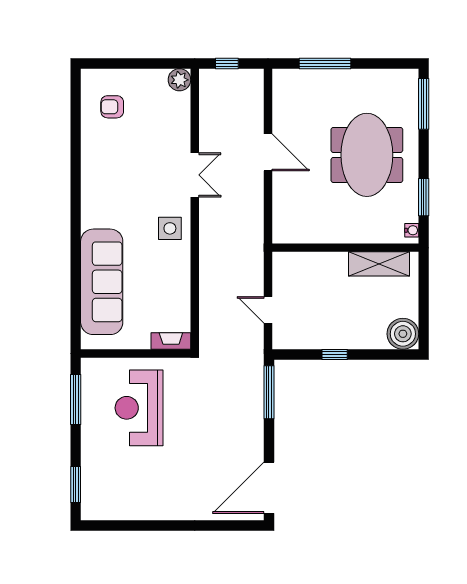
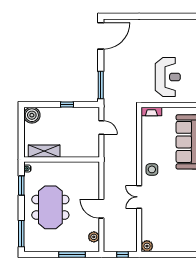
plant: (283, 97) -> (94, 237), added
armchair: (112, 107) -> (182, 232), removed

